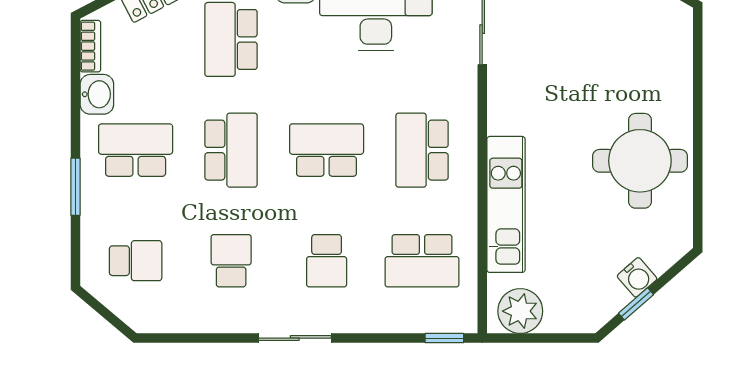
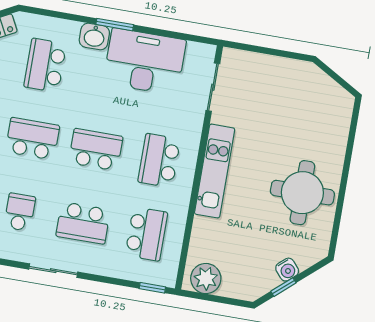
school desk: (231, 150) -> (32, 139), turned -90
kitchen unit: (506, 204) -> (215, 171), moved
school desk: (327, 261) -> (83, 223), width x1.85
school desk: (422, 261) -> (146, 234), turned -90

